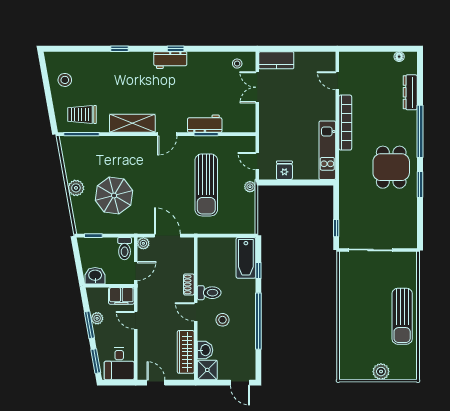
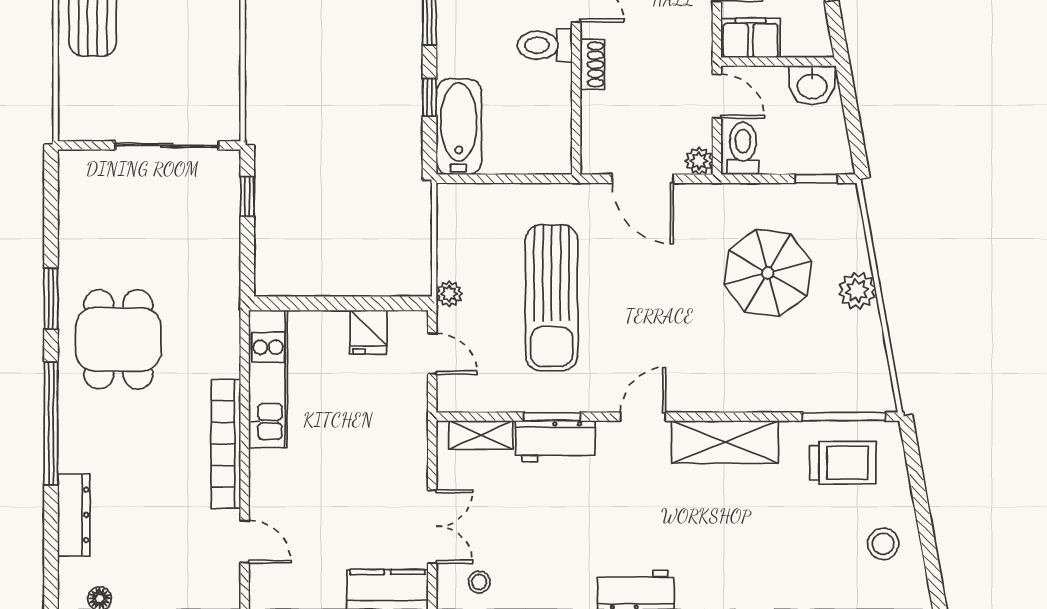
shelving: (236, 126) -> (481, 435), added
sun lounger: (206, 185) -> (552, 298), turned 180
door: (136, 271) -> (717, 96), swing flipped

